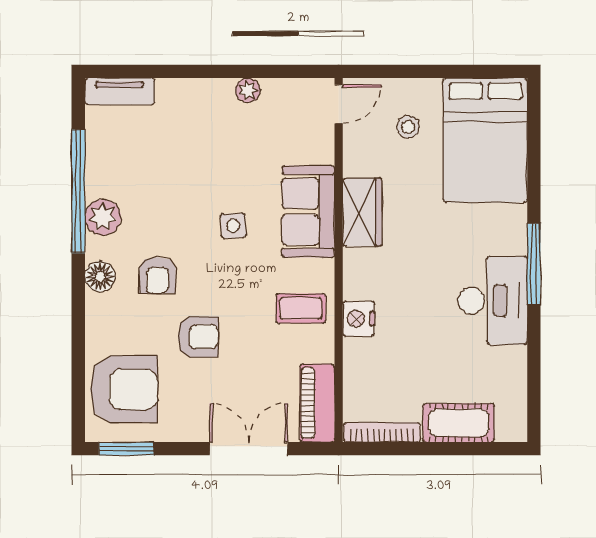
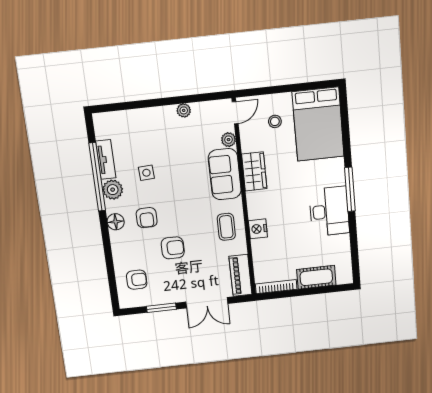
tv unit: (120, 91) -> (106, 159), moved, turned -90
plant: (322, 150) -> (228, 140), added
side table: (233, 226) -> (146, 173), moved
coffee table: (301, 308) -> (226, 227), turned 90
armchair: (124, 389) -> (137, 280), width x0.53, depth x0.53
window: (126, 449) -> (161, 308), moved
double door: (249, 449) -> (207, 303), swing flipped

